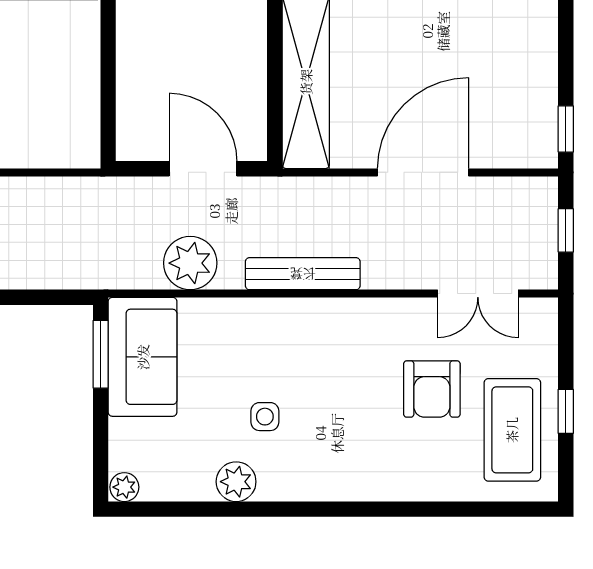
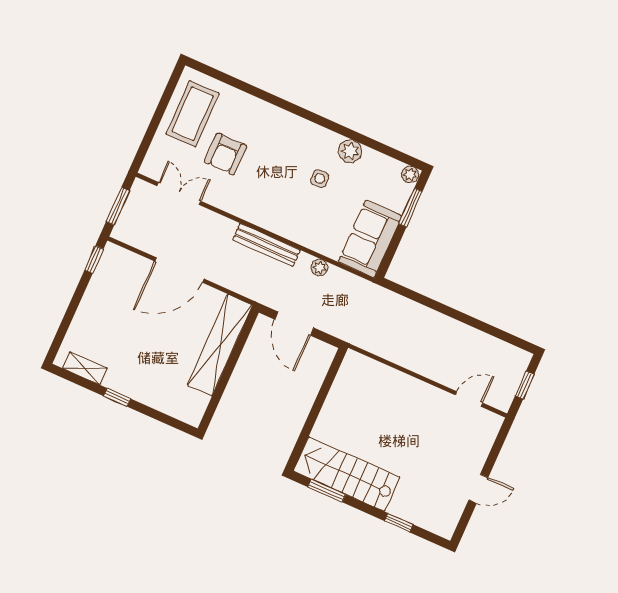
window: (566, 230) -> (118, 206), width x1.50
plant: (190, 263) -> (319, 267), width x0.53, depth x0.53
window: (101, 354) -> (410, 208), moved
armchair: (432, 389) -> (225, 154), turned 180
window: (566, 411) -> (160, 111), removed

